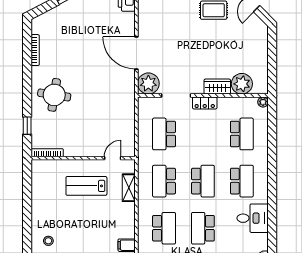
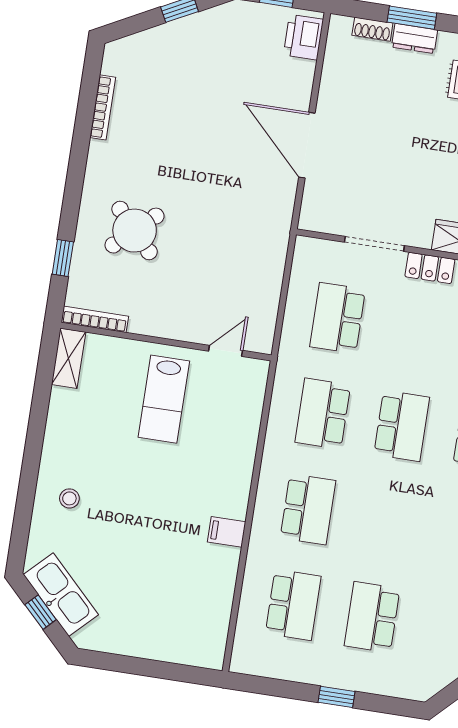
plant: (148, 84) -> (322, 211), removed
round table: (54, 95) -> (135, 231), moved, turned 38
lab bench: (86, 186) -> (164, 399), turned -90
shelving: (129, 188) -> (69, 358), moved
school desk: (203, 228) -> (387, 521), removed

